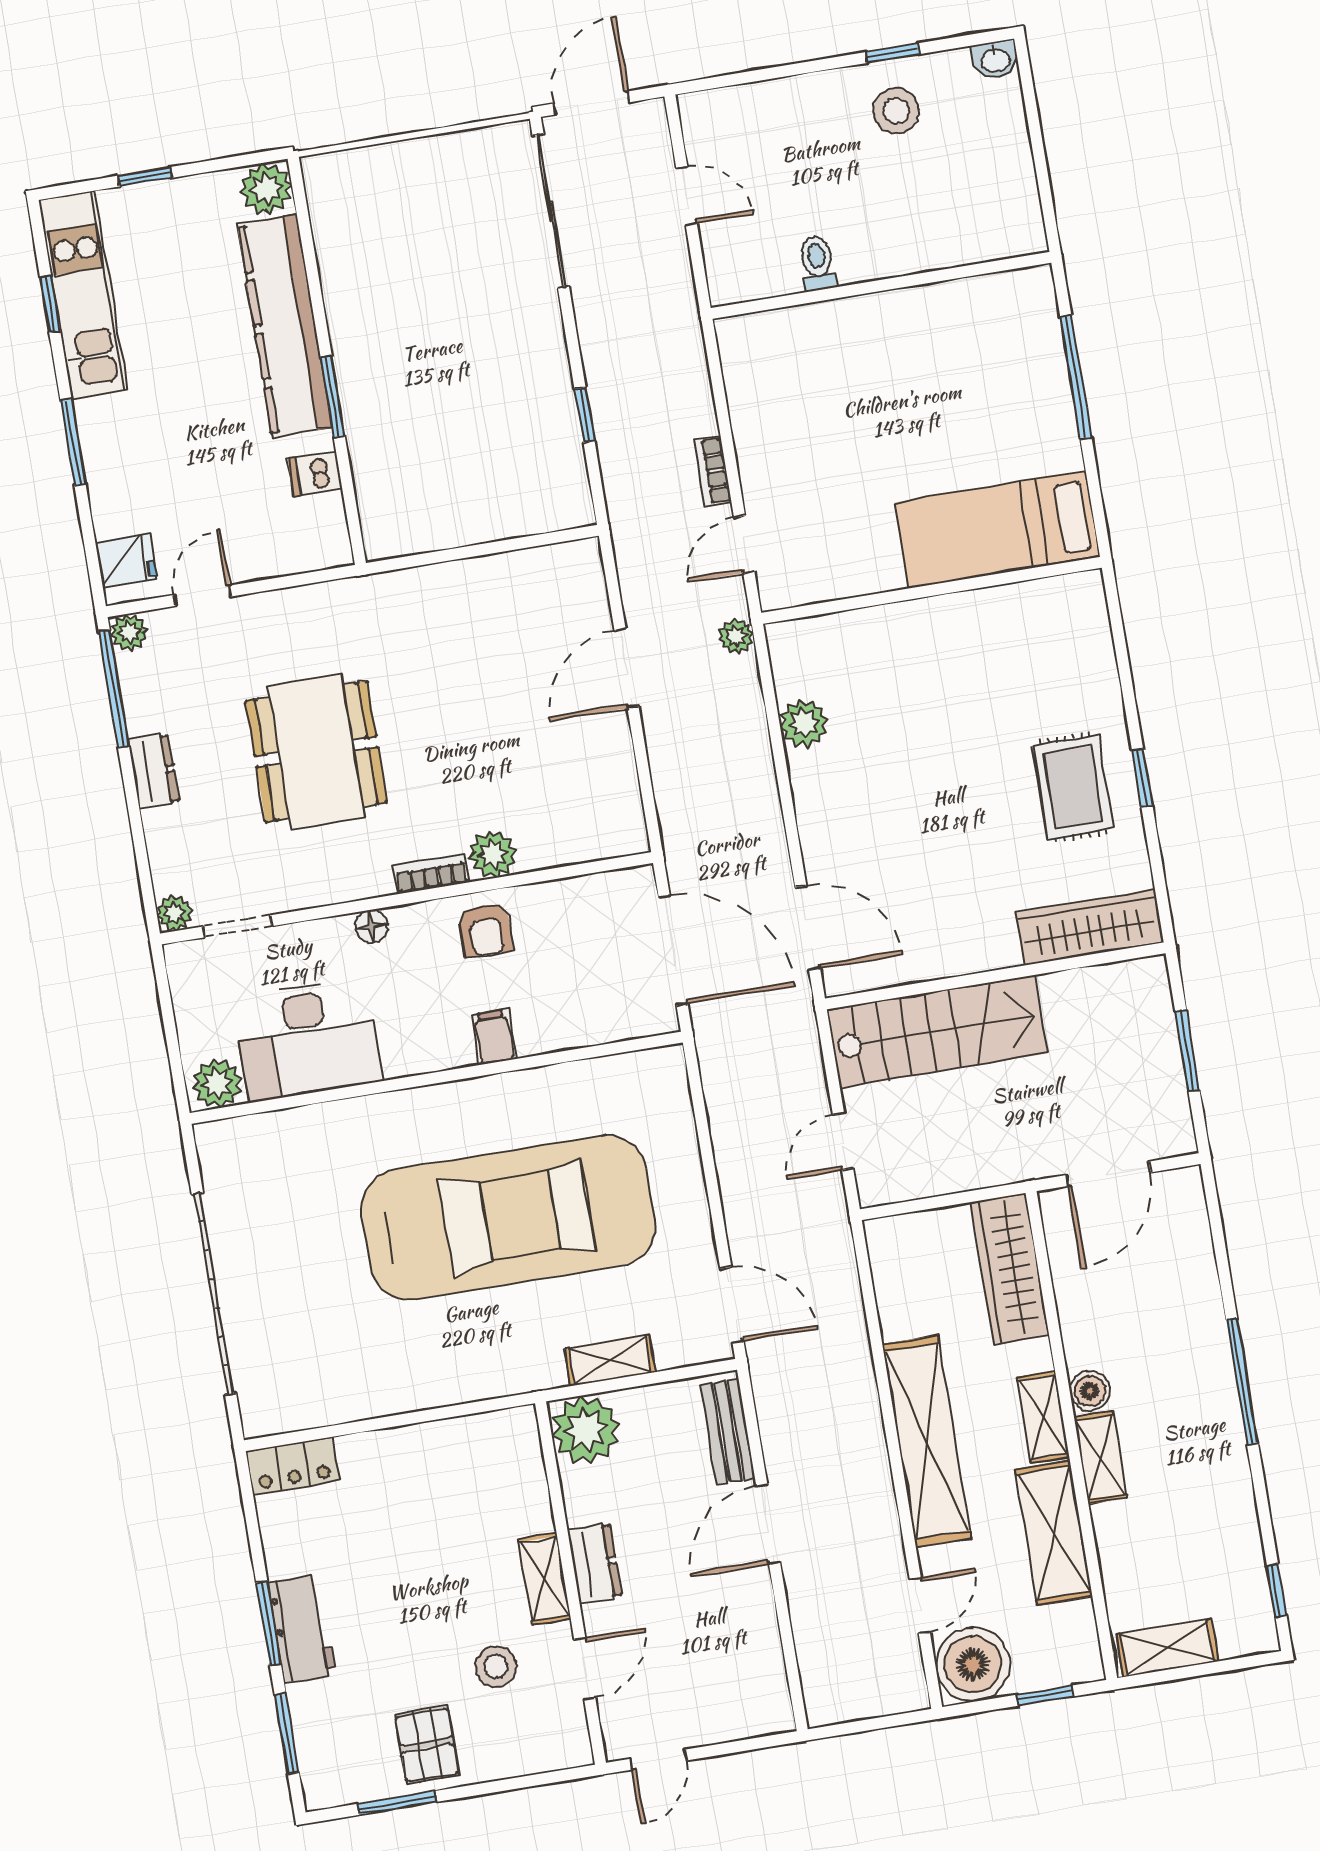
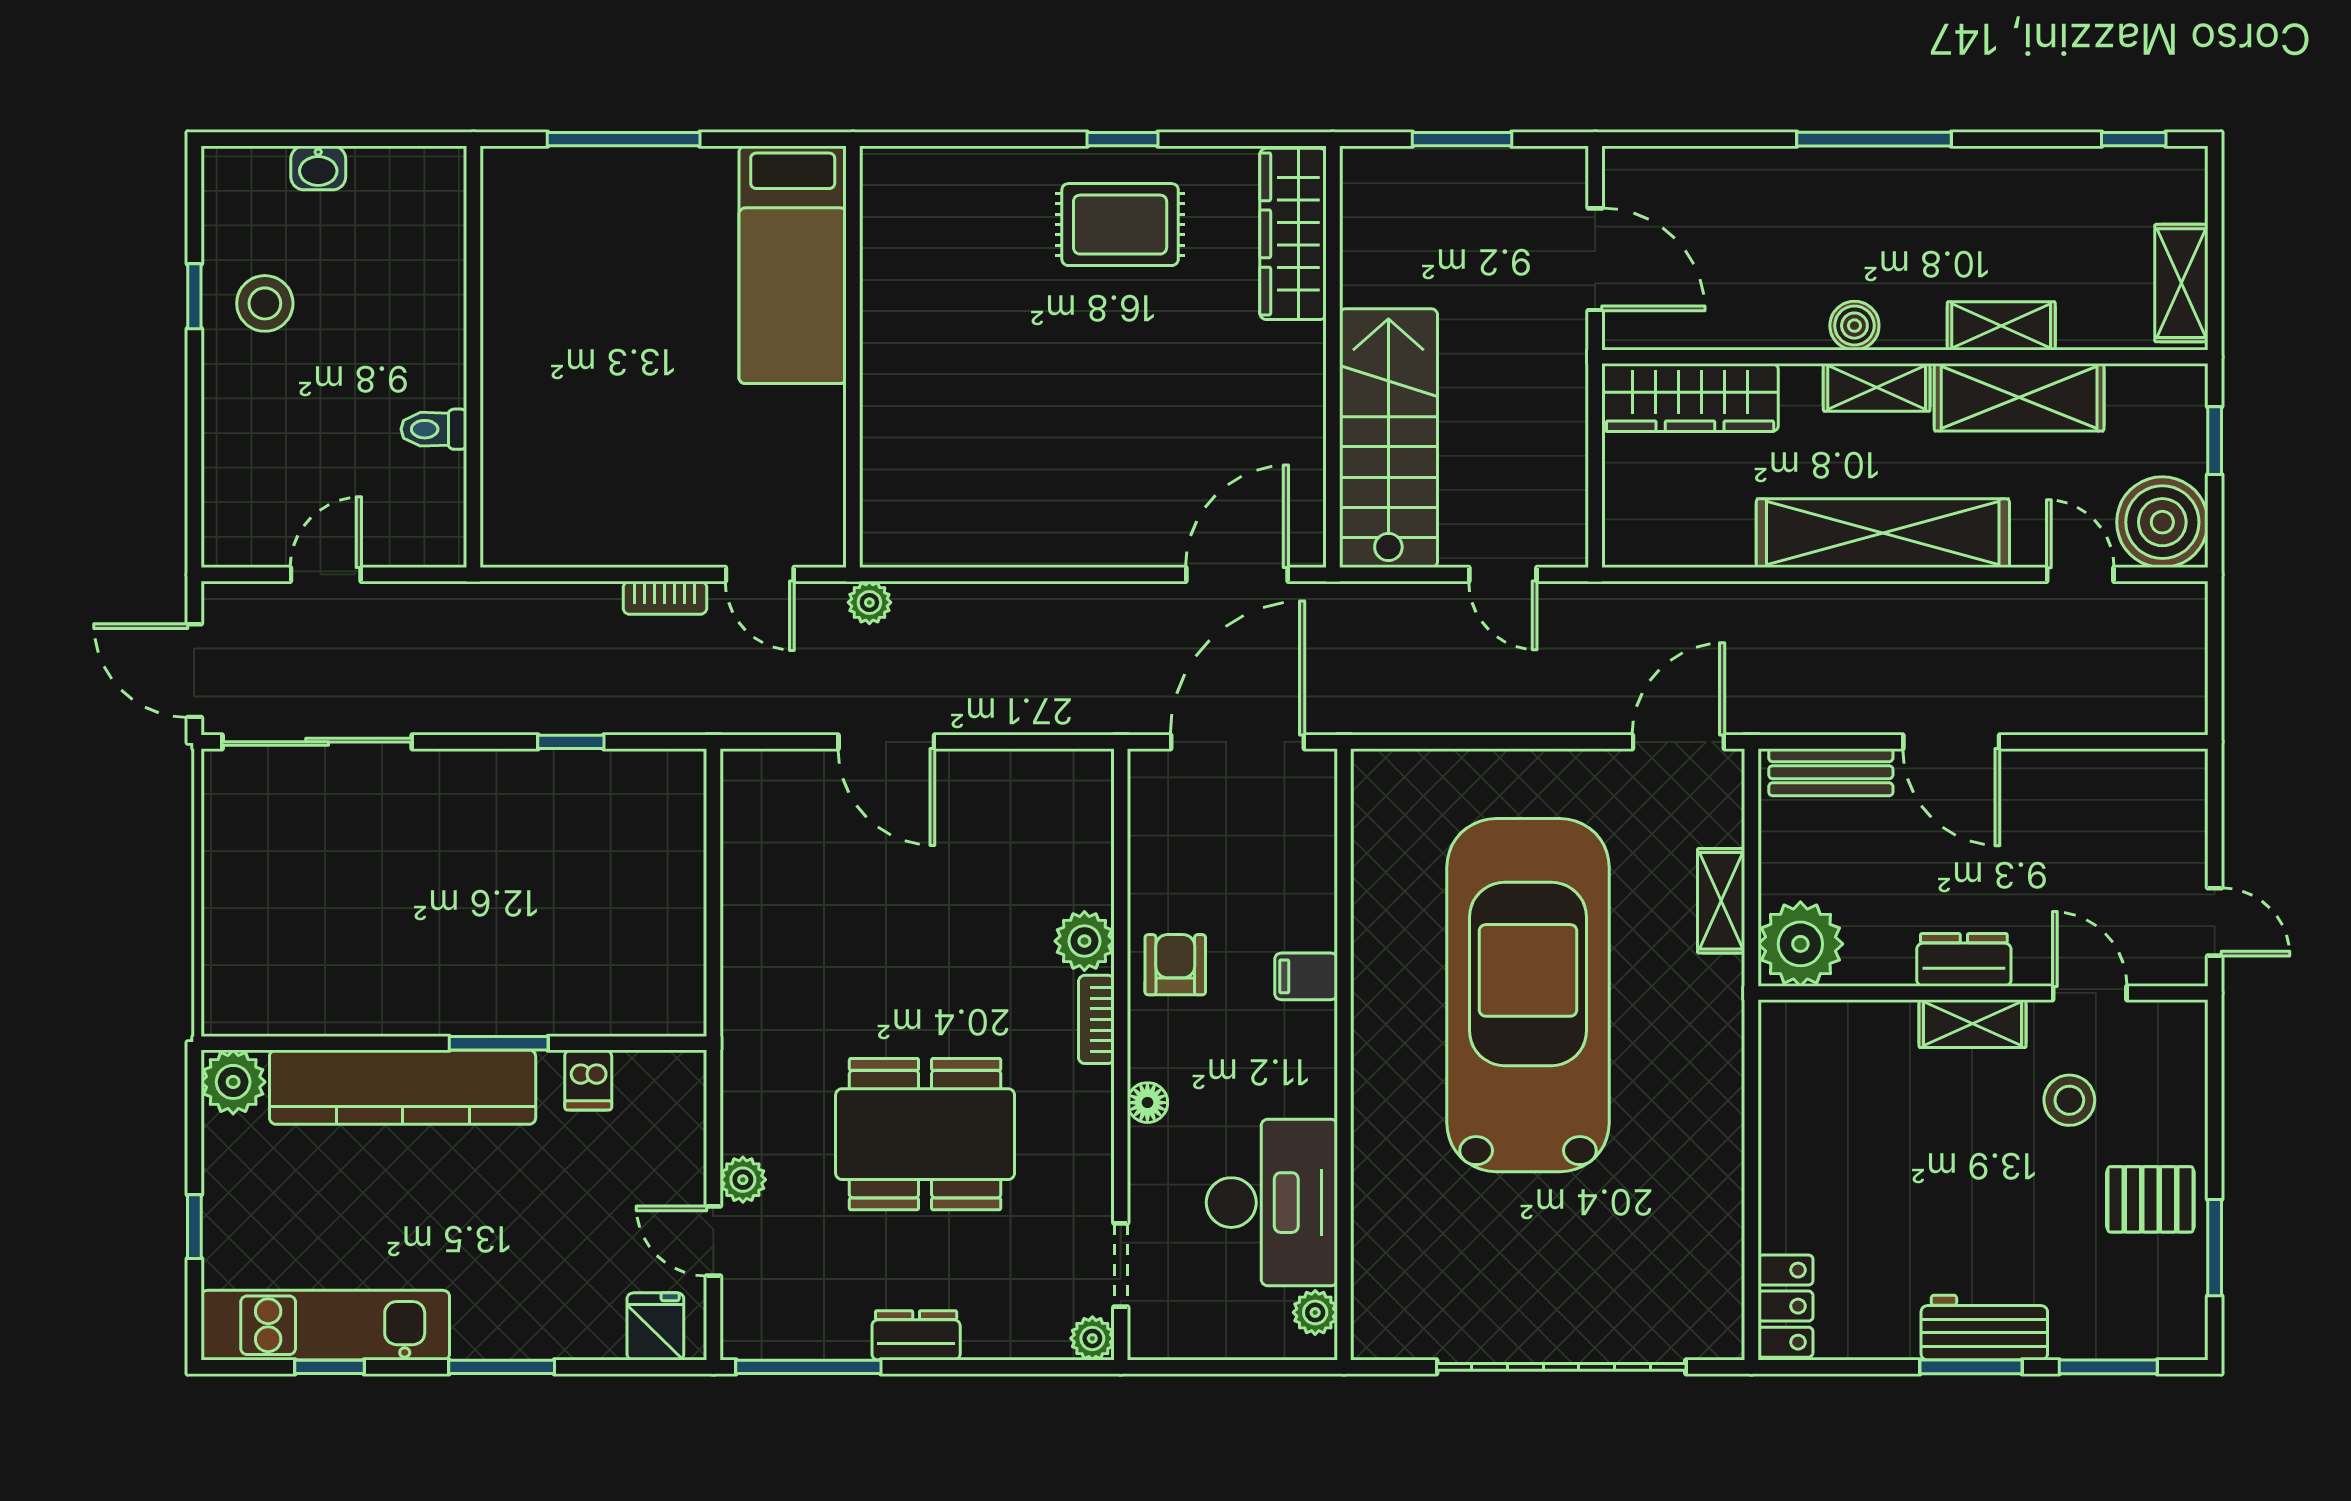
washbasin: (995, 60) -> (318, 168), moved, turned 90
plant: (129, 632) -> (743, 1180), moved
plant: (804, 723) -> (989, 538), removed
armchair: (486, 930) -> (1175, 965), turned -90
plant: (217, 1083) -> (1315, 1312), width x0.73, depth x0.73
shelving: (1101, 1458) -> (2001, 326), moved

